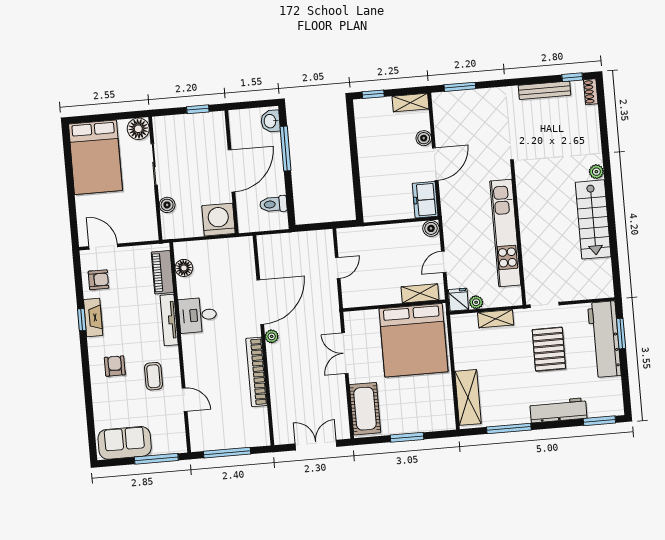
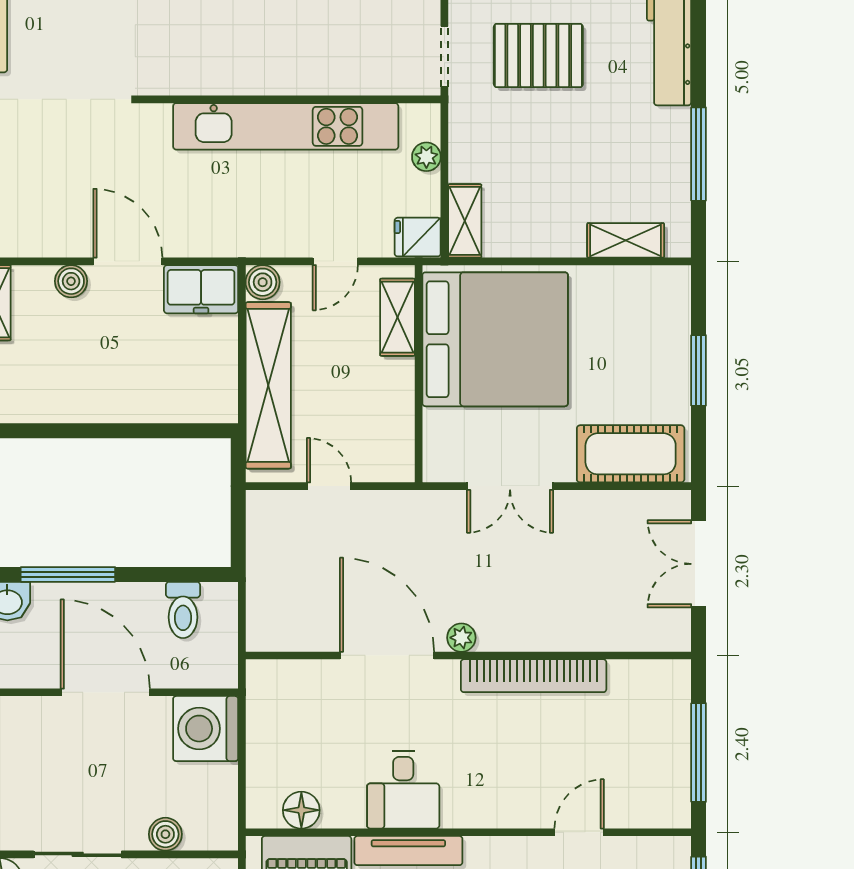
shelving: (383, 235) -> (268, 385), added
door: (444, 262) -> (335, 261), hinge flipped
plant: (476, 302) -> (426, 157), moved
shelving: (496, 319) -> (465, 221), moved
shelving: (468, 397) -> (626, 240), width x0.67, depth x0.75

